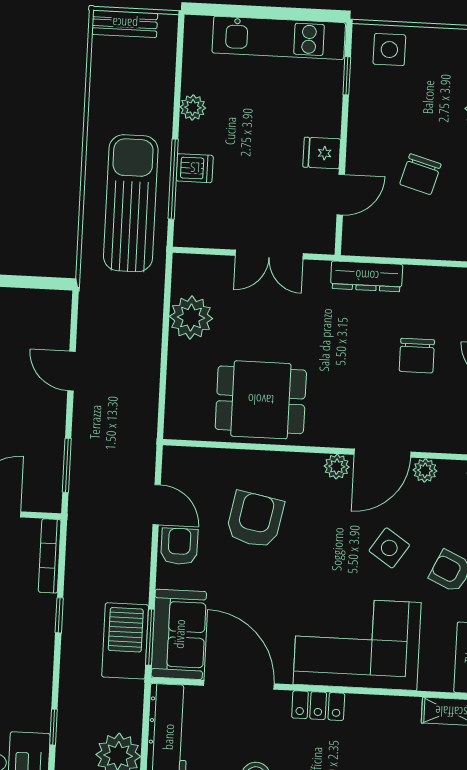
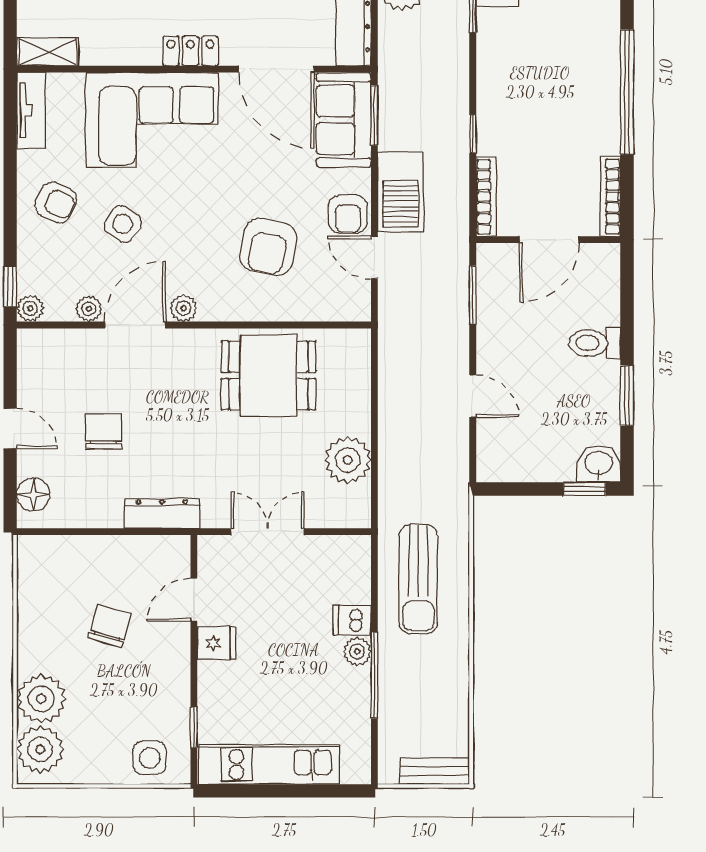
plant: (193, 107) -> (357, 652), moved
window: (173, 179) -> (374, 675), moved
sun lounger: (131, 203) -> (418, 579), width x0.73, depth x0.75
barbecue: (125, 641) -> (401, 192), moved

